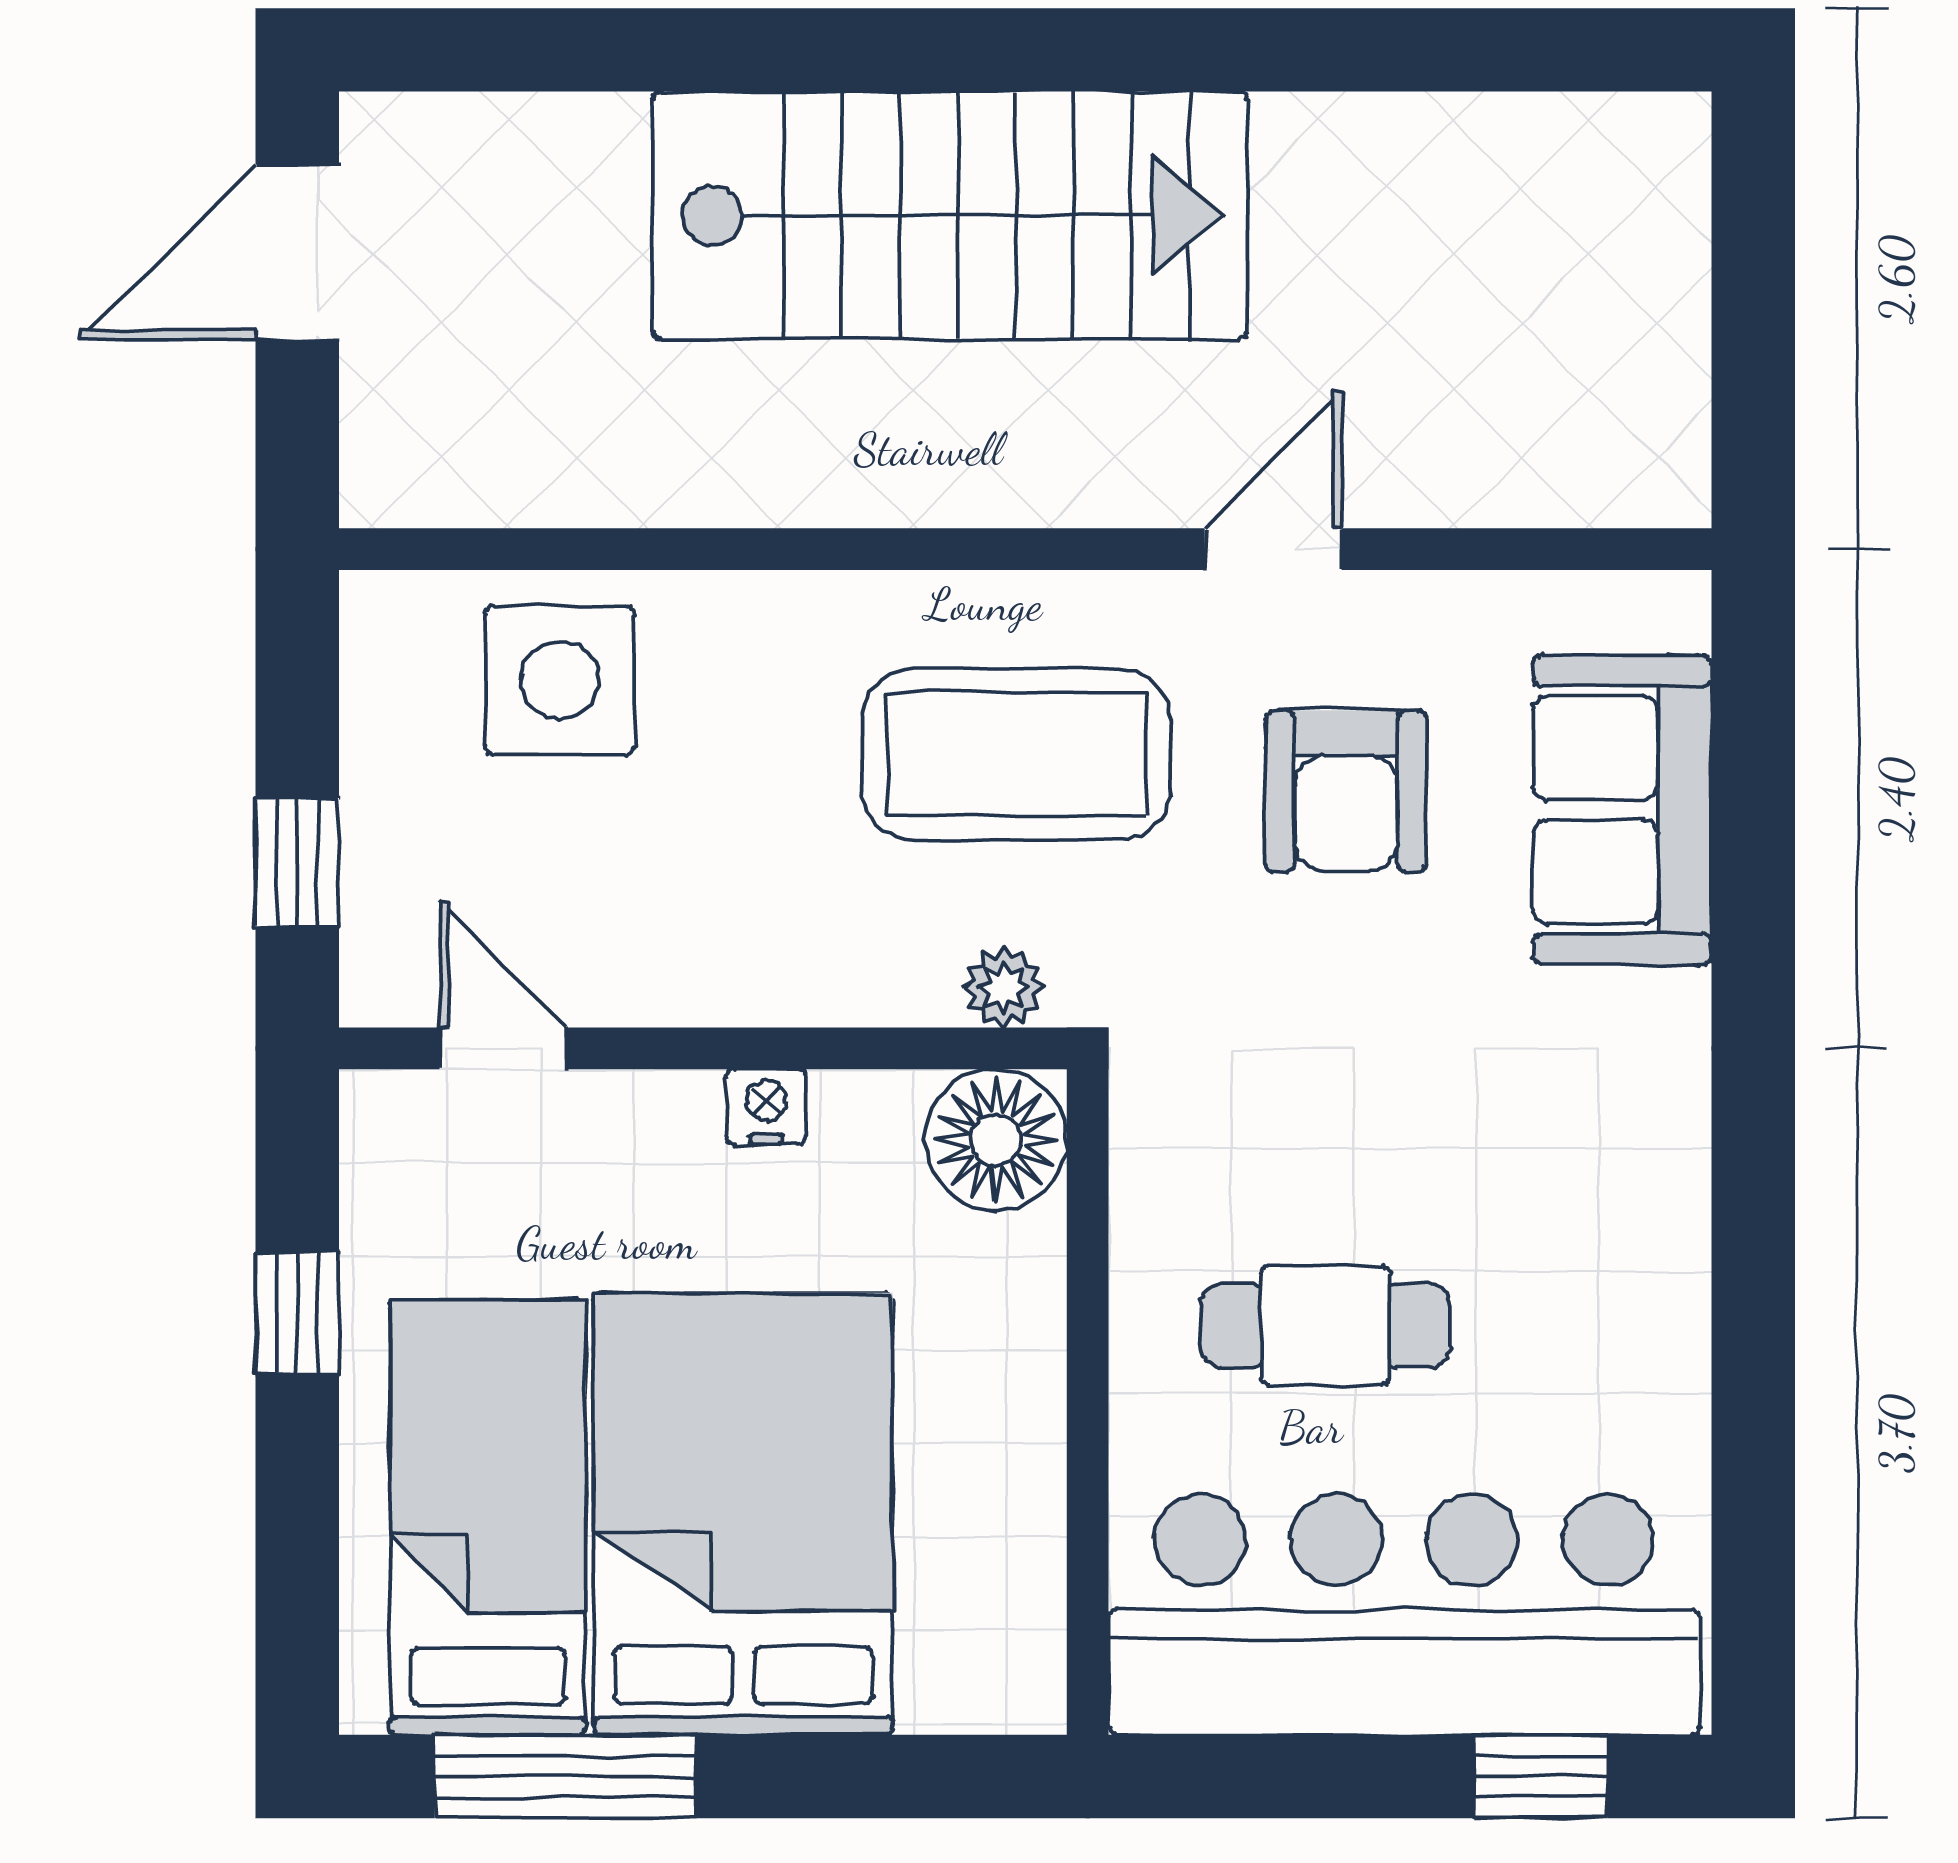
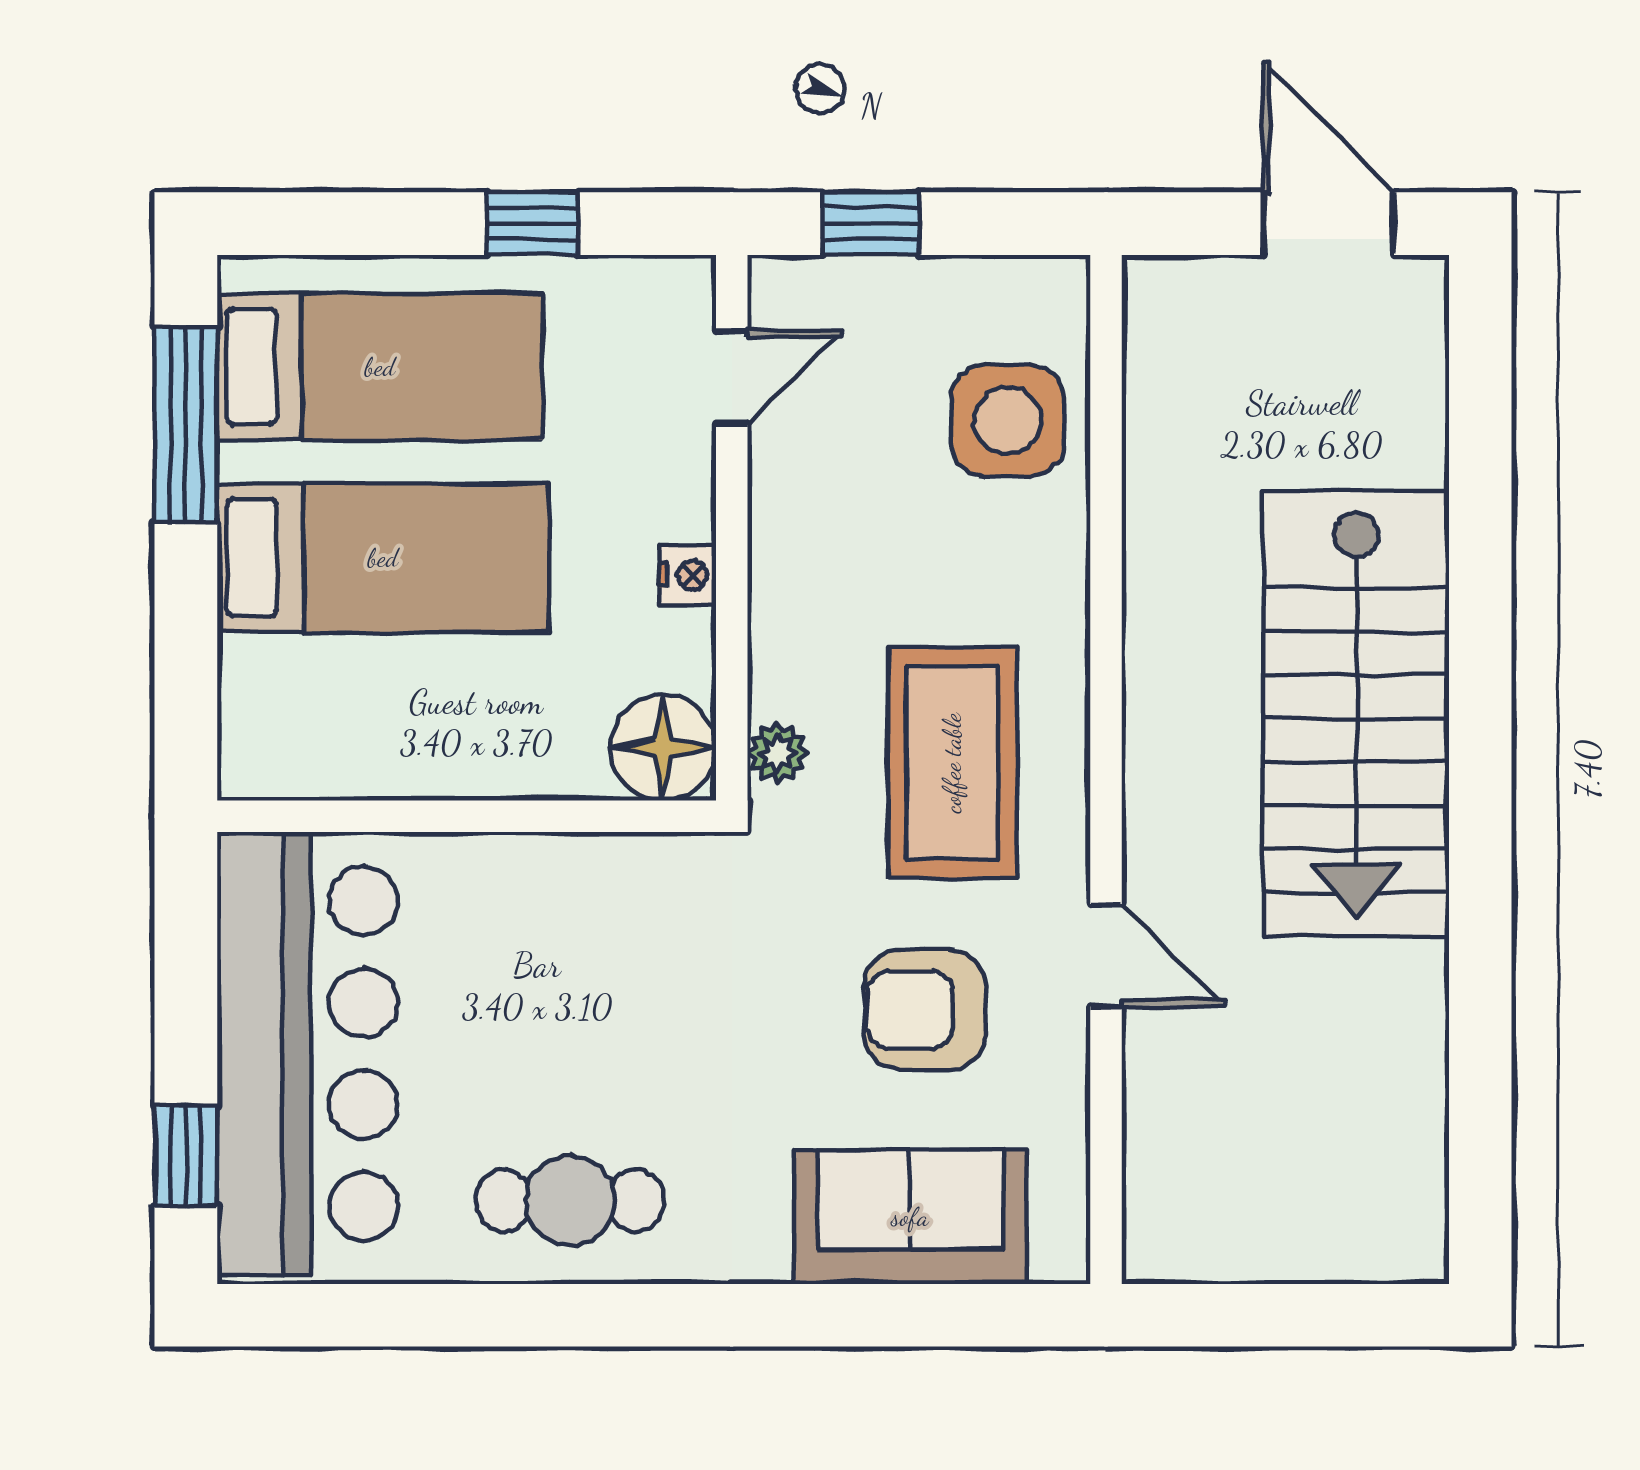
cafe table: (1325, 1326) -> (570, 1200), moved, turned 90
bed: (743, 1514) -> (383, 558), width x0.67

